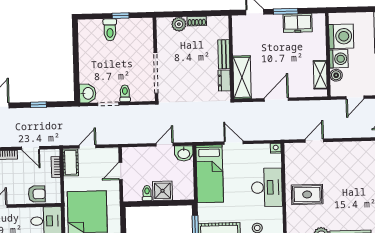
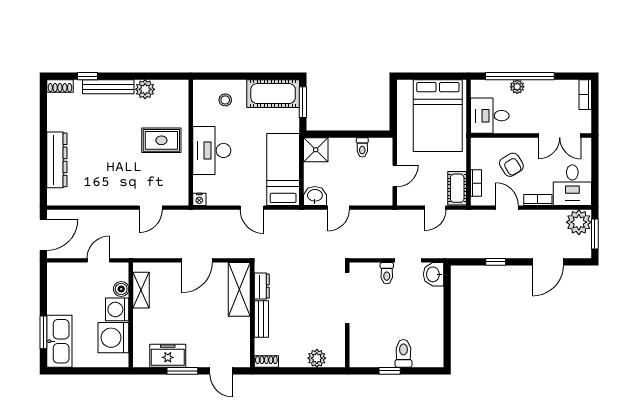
shoe rack: (197, 21) -> (266, 361), moved
shower: (163, 191) -> (316, 150), moved
armchair: (37, 194) -> (511, 165), moved, turned -121

